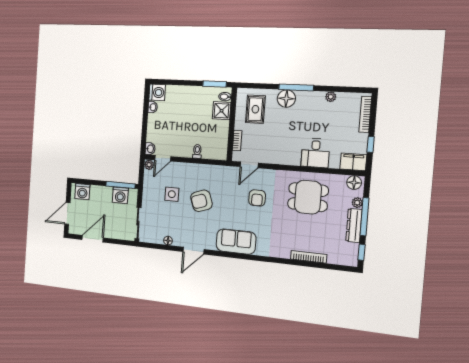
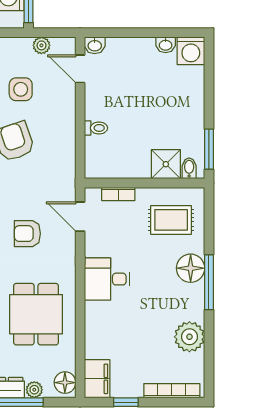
plant: (331, 97) -> (189, 337), width x1.88, depth x1.88
desk: (315, 153) -> (107, 279), moved
plant: (149, 165) -> (41, 45), moved

